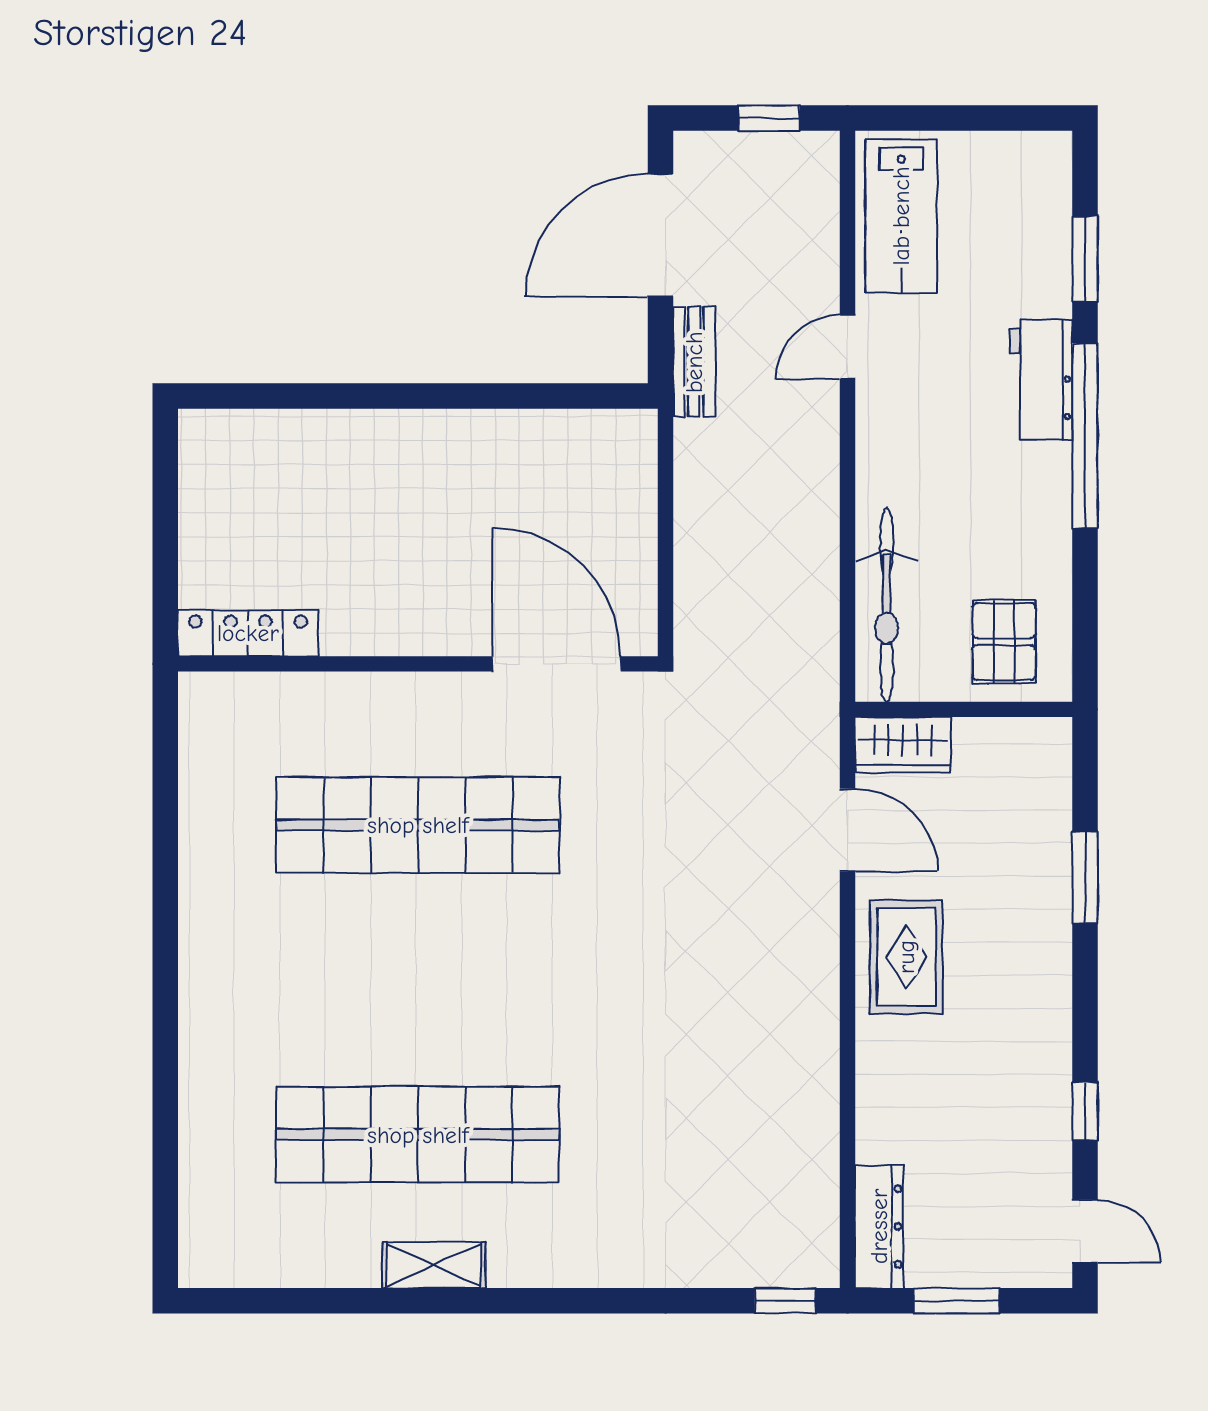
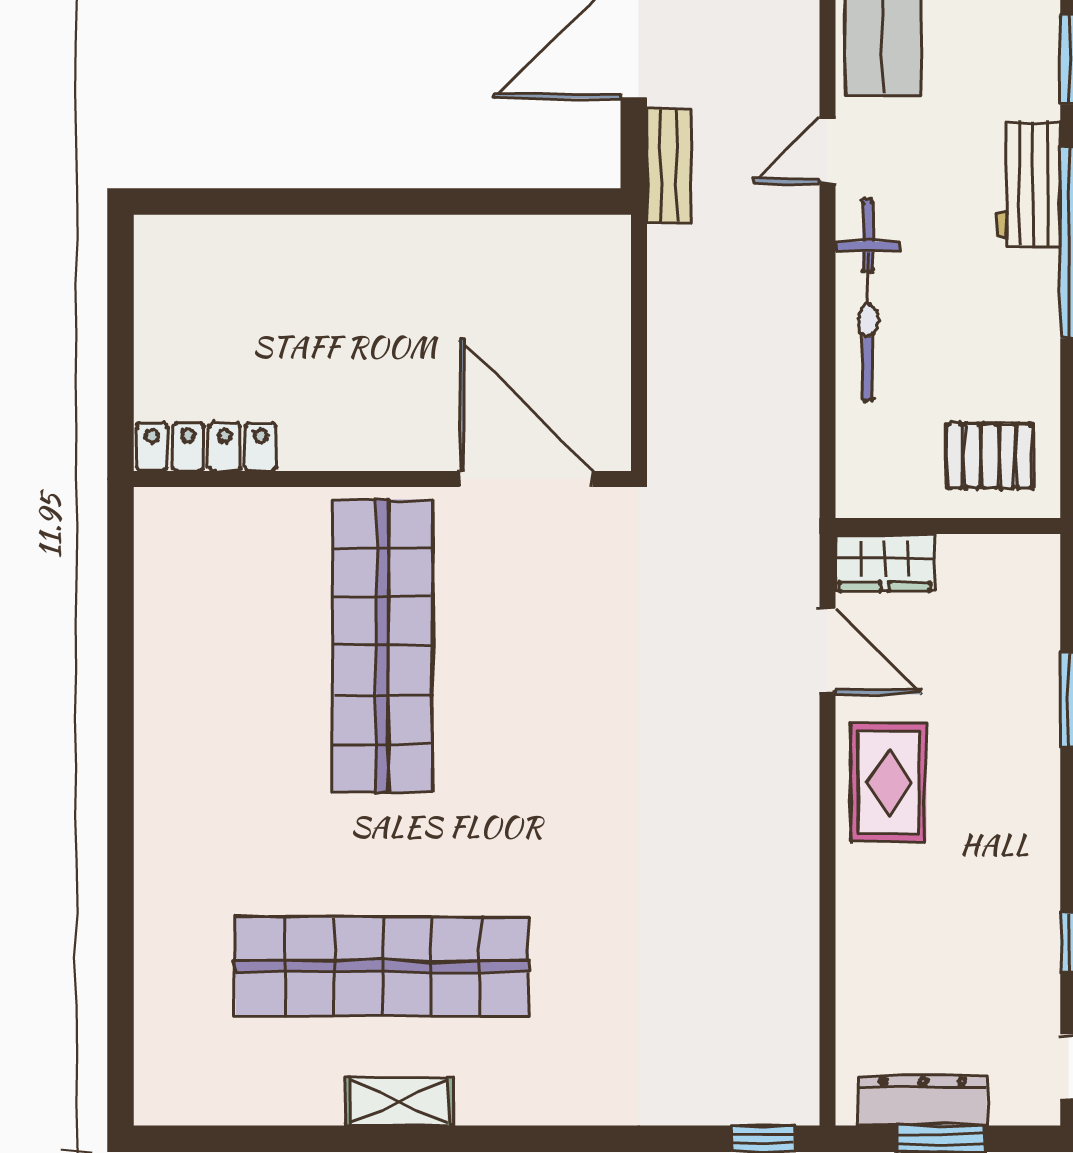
bicycle: (887, 605) -> (868, 300), moved
pallet: (1004, 642) -> (990, 456), turned 90
shop shelf: (418, 825) -> (382, 646), turned 90
dresser: (879, 1226) -> (923, 1101), moved, turned -90

